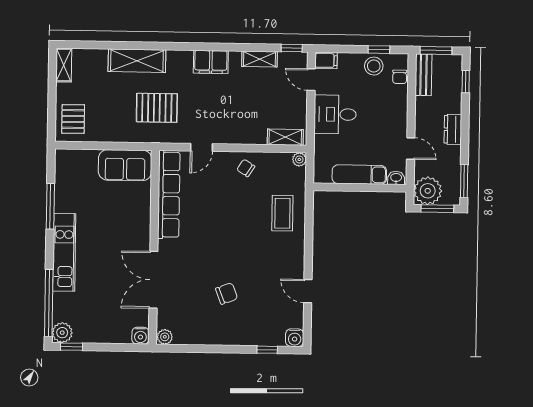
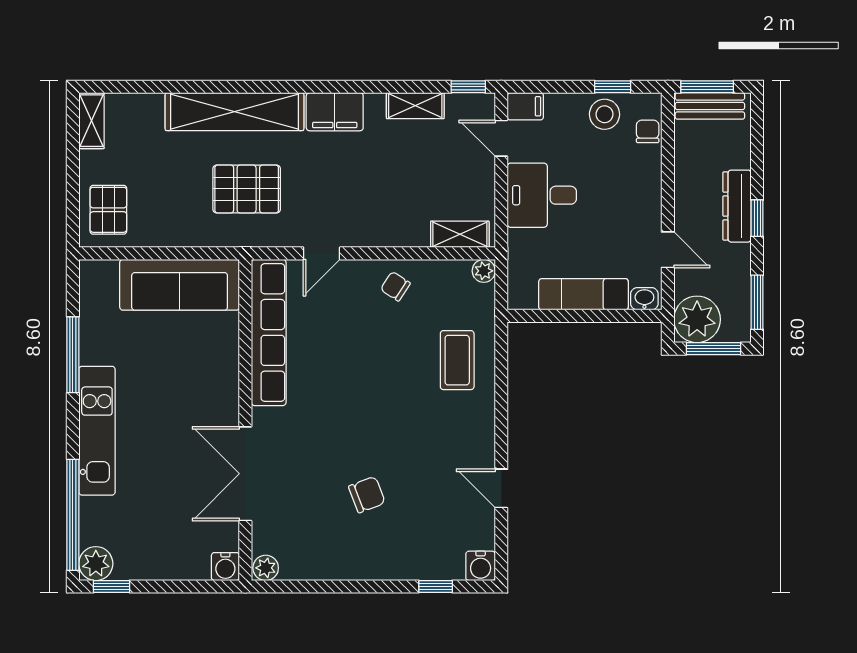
shelving: (137, 61) -> (235, 112), width x1.47
bench: (423, 75) -> (710, 106), moved, turned 90
chair: (400, 77) -> (648, 131), turned 180
window: (466, 82) -> (757, 218), moved
dresser: (453, 129) -> (737, 206), width x1.44
sofa: (125, 165) -> (180, 285), width x1.36

